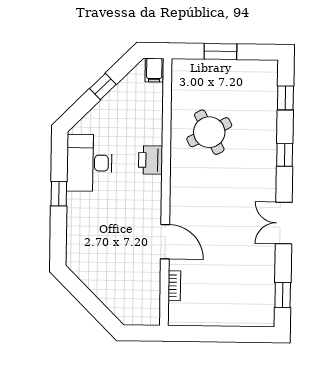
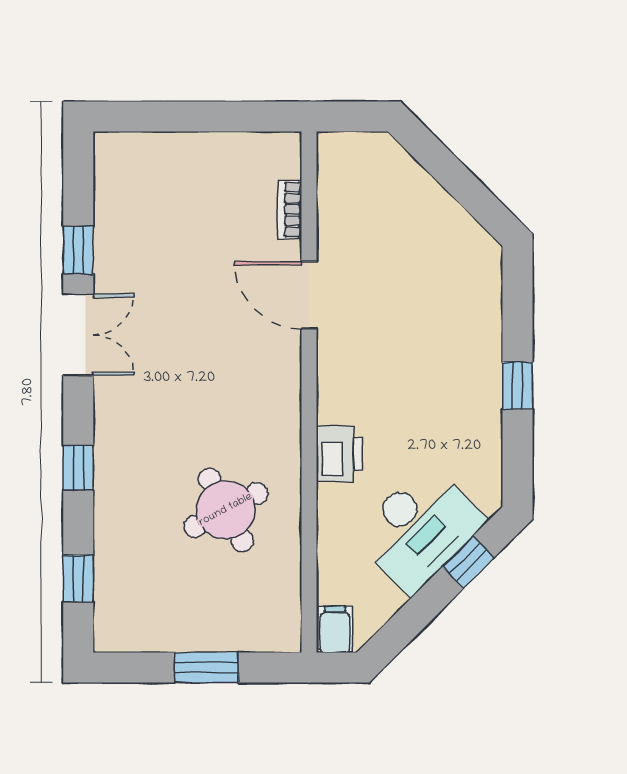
window: (103, 87) -> (468, 562), moved
desk: (89, 163) -> (419, 529), moved, turned 45
window: (283, 295) -> (78, 250), moved

